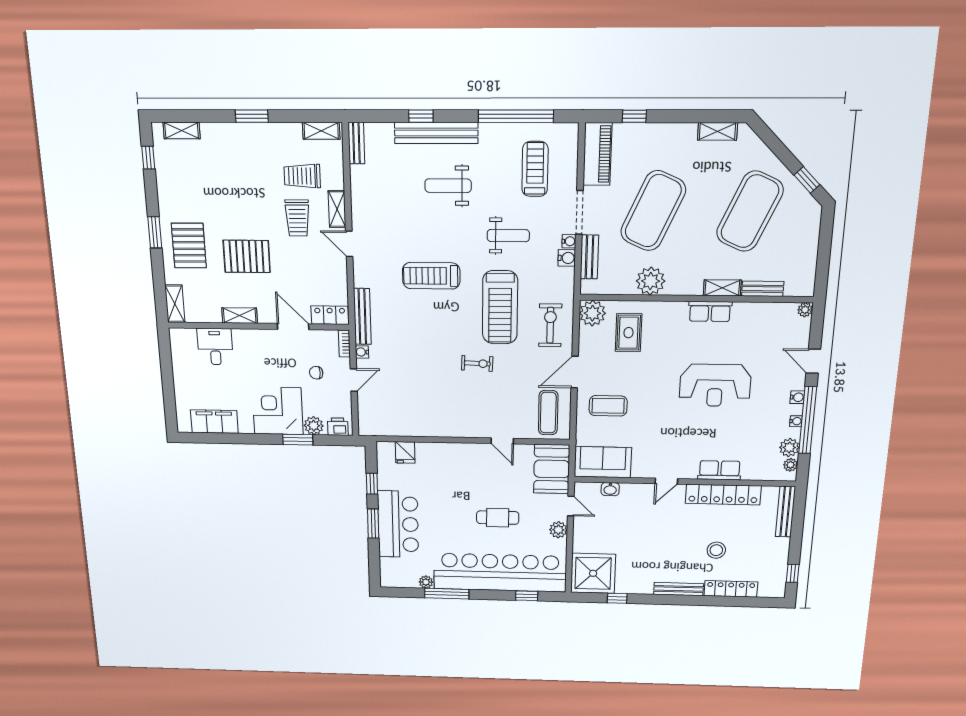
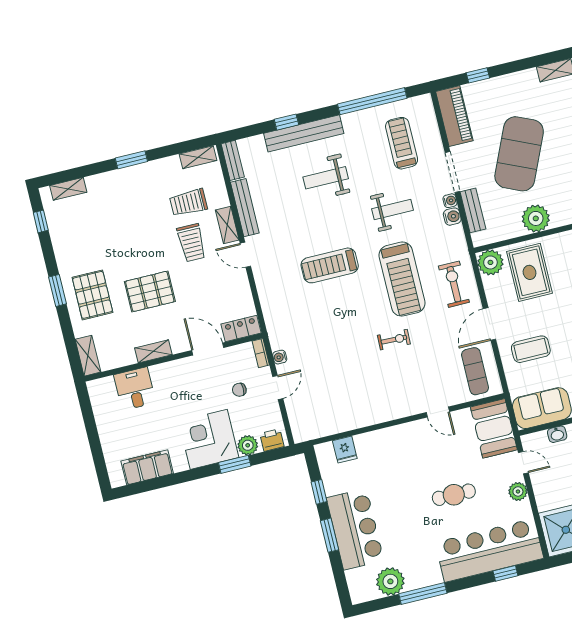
bench: (362, 316) -> (245, 208), moved
rug: (629, 333) -> (530, 272), width x1.36, depth x1.43
bar counter: (500, 573) -> (489, 550), width x0.73
plant: (426, 582) -> (390, 581), width x1.88, depth x1.88

